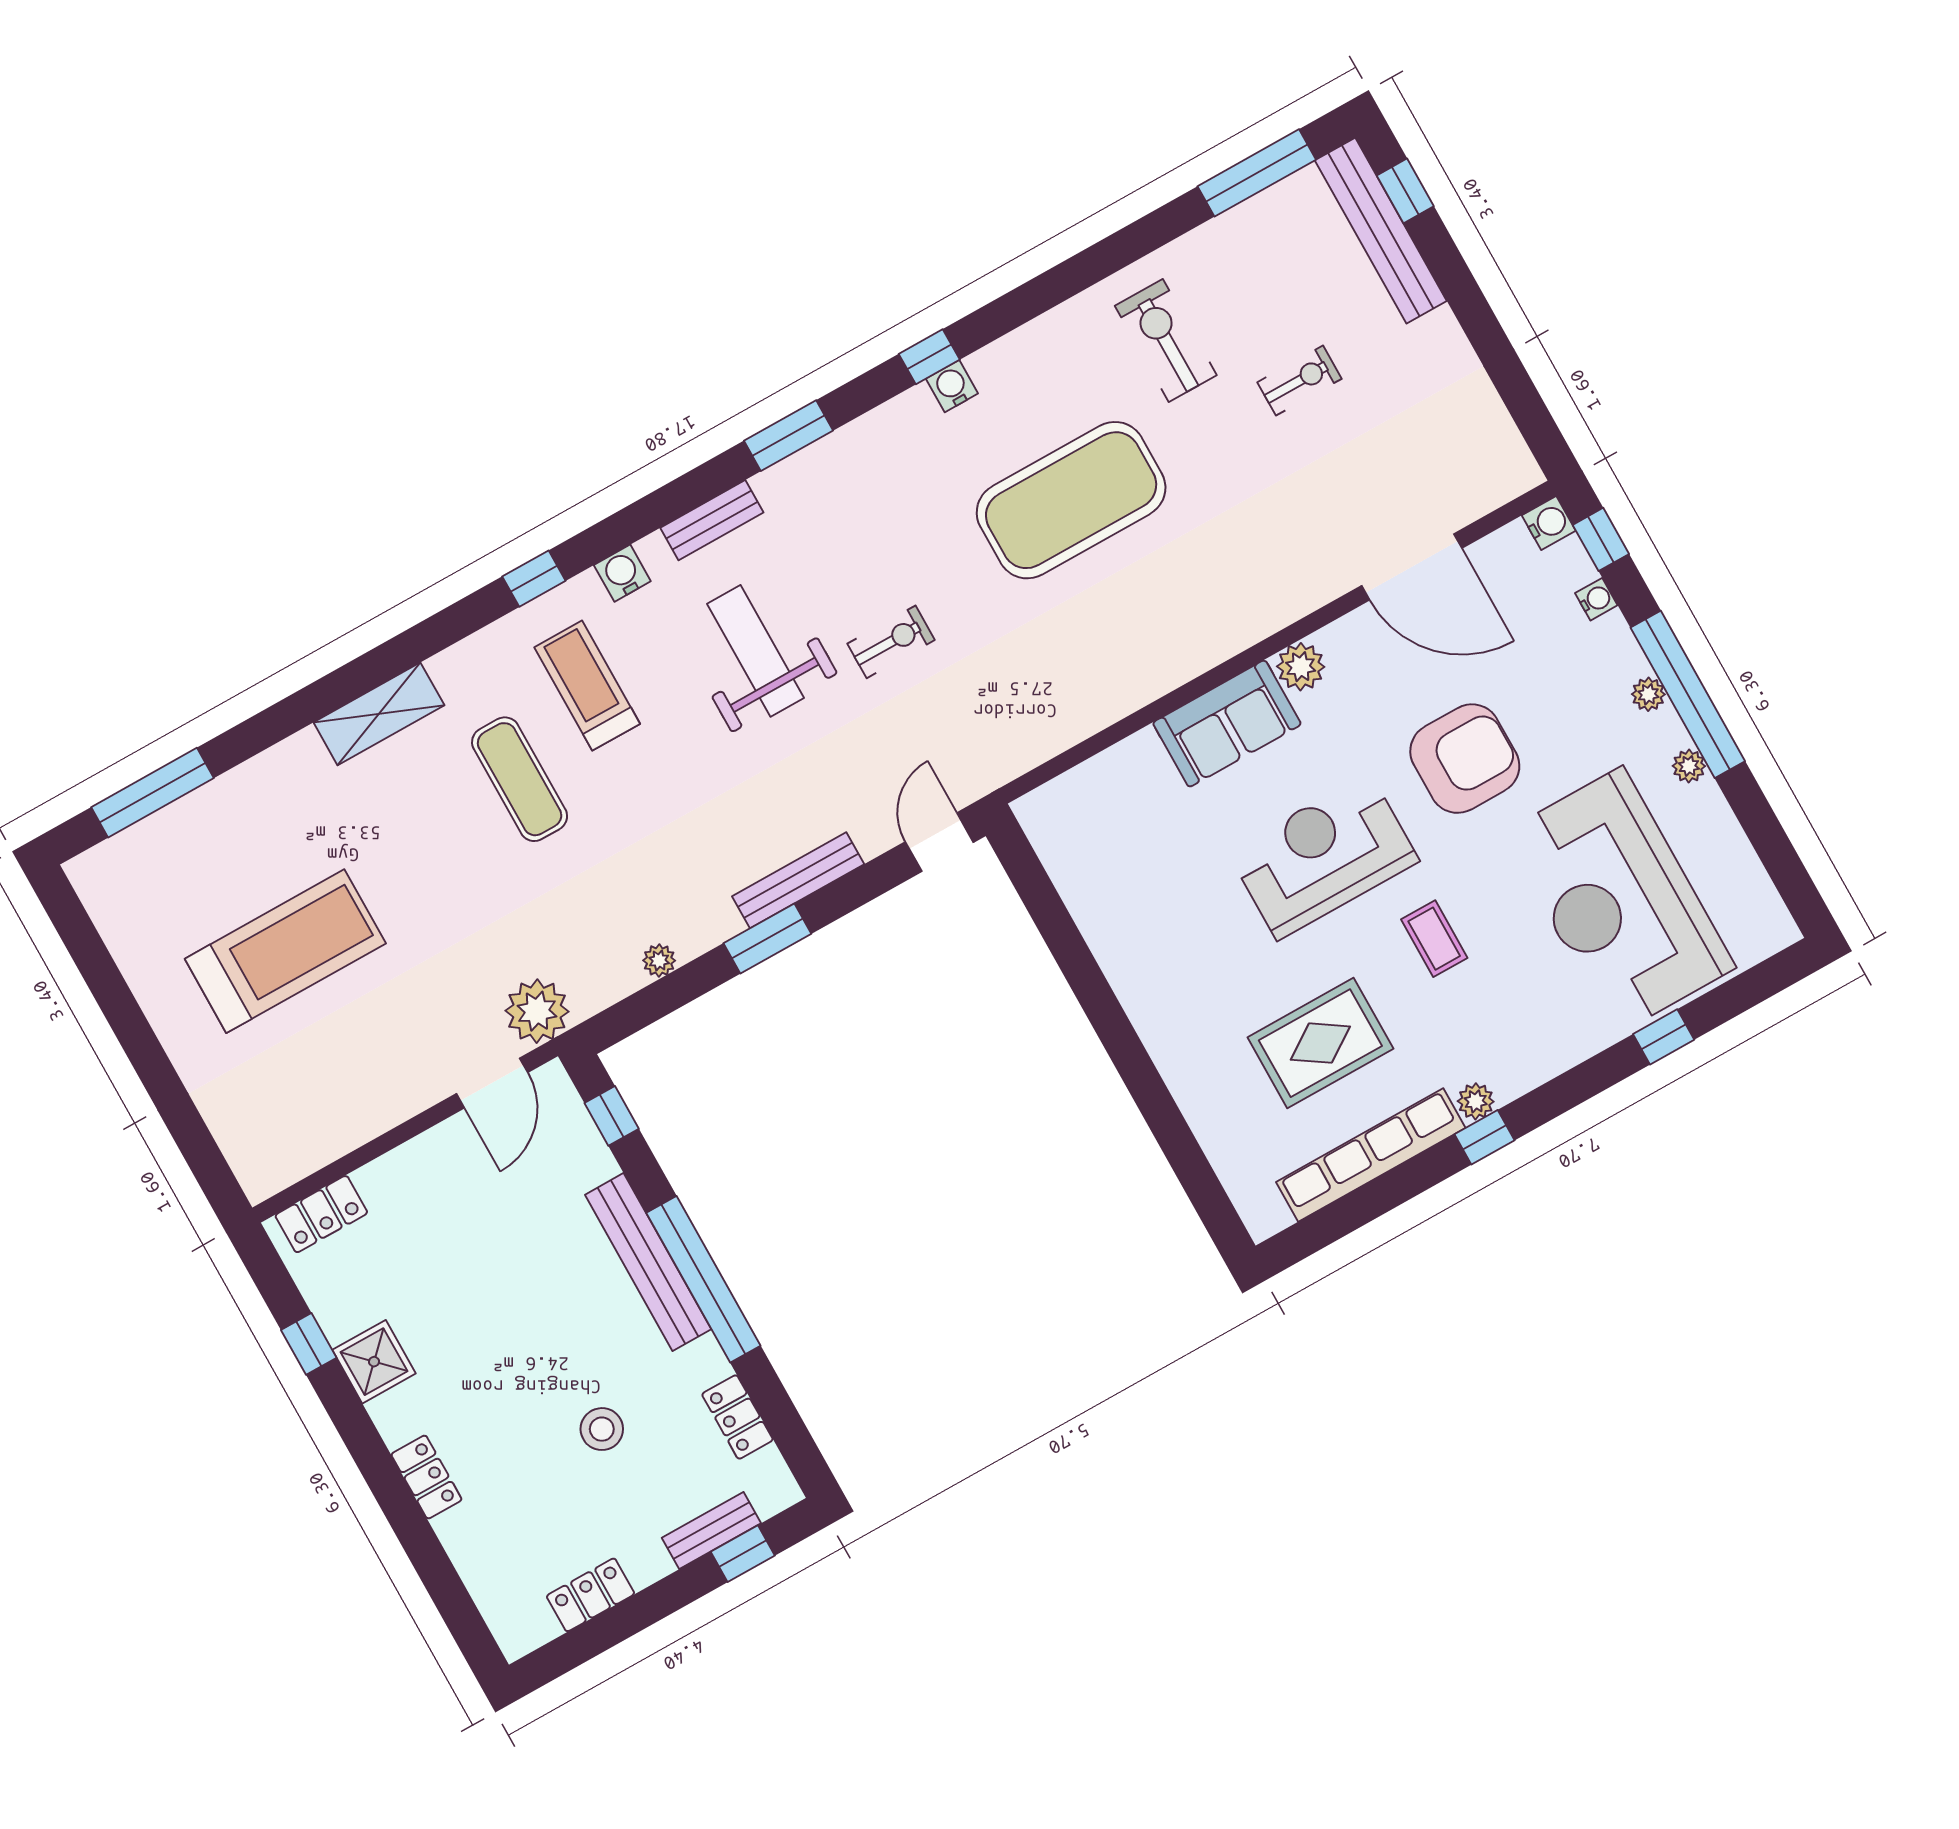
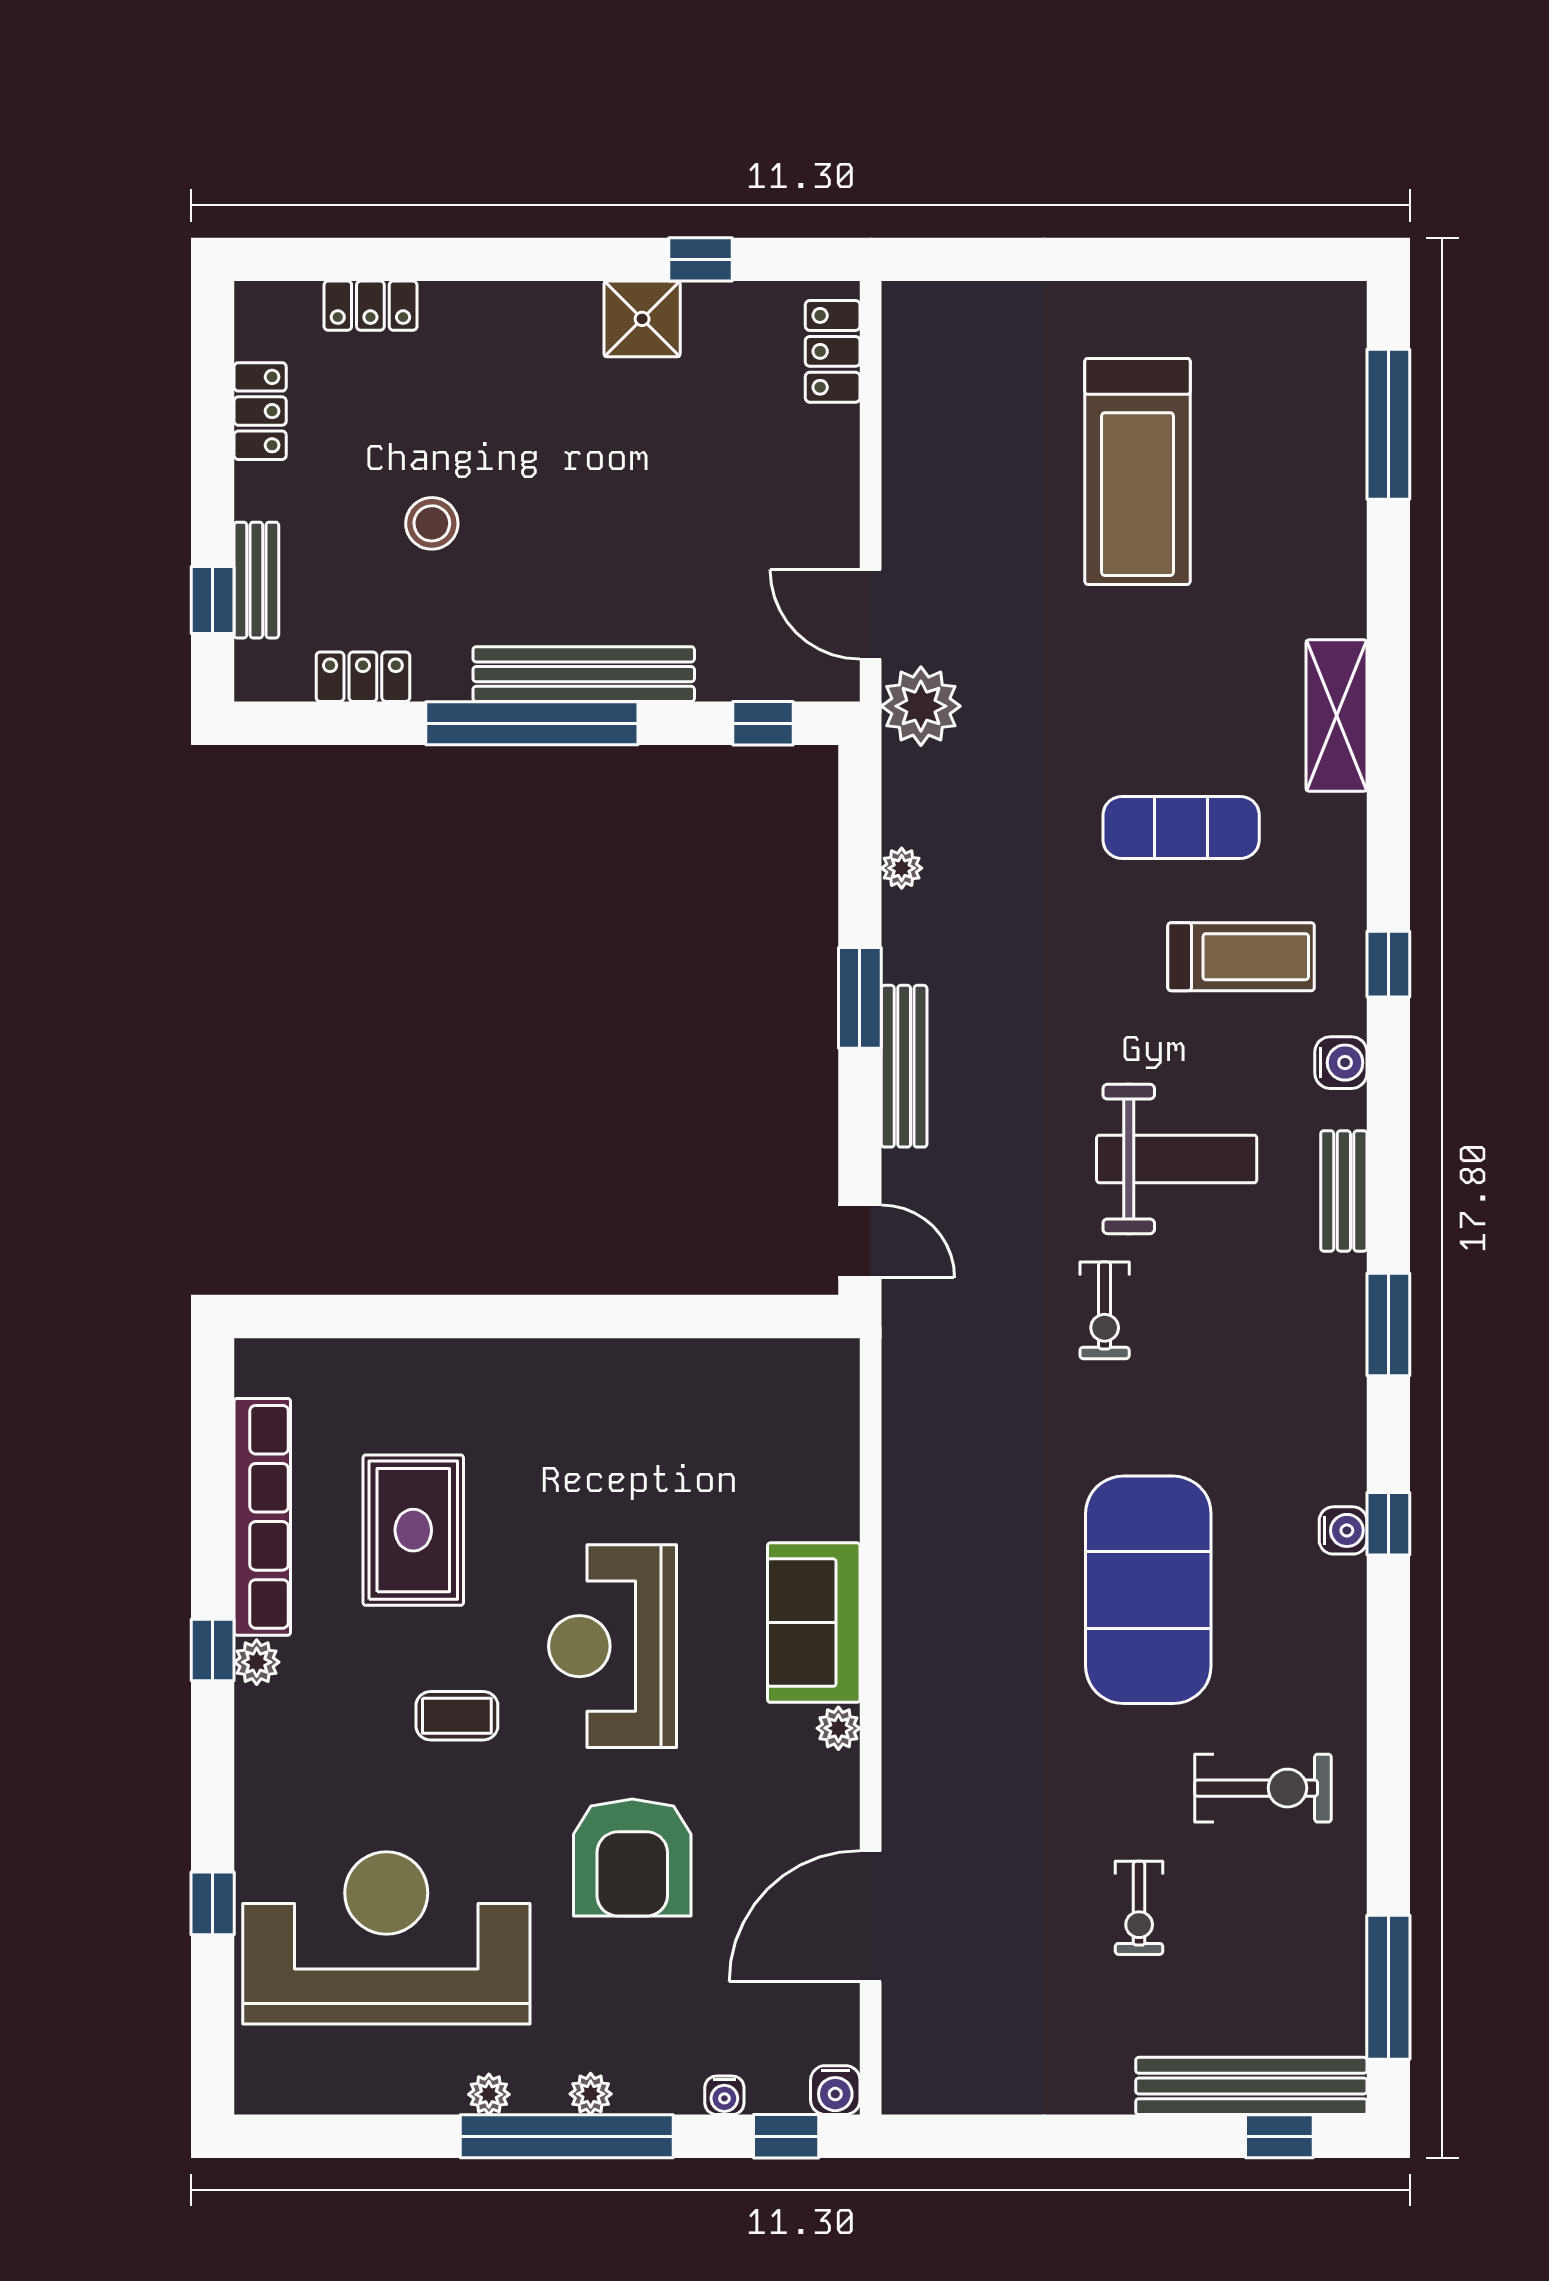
plant: (1301, 667) -> (838, 1728), width x0.73, depth x0.73
reception desk: (1323, 856) -> (613, 1646), turned 180
locker: (426, 1477) -> (370, 306), moved

